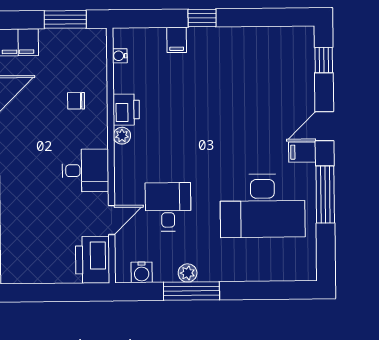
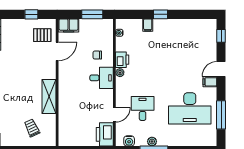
desk: (85, 170) -> (102, 78), moved
window: (325, 194) -> (221, 115), moved

